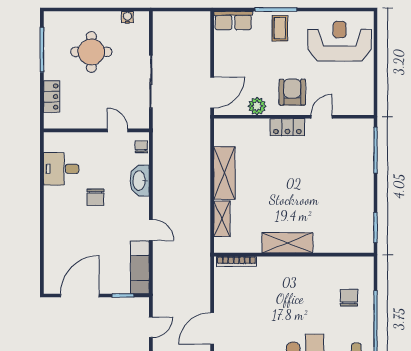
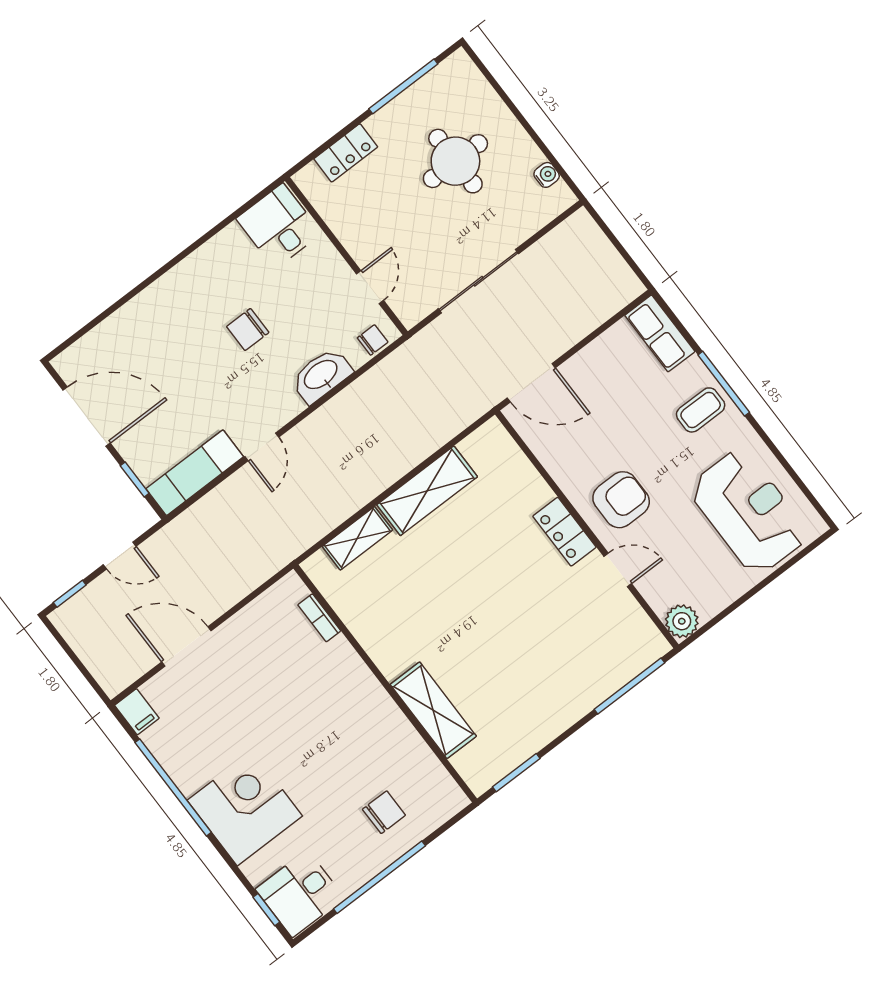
plant: (257, 106) -> (682, 621), moved
desk: (61, 169) -> (279, 226), moved
shelving: (287, 243) -> (433, 710), moved
bookcase: (236, 261) -> (319, 618), width x0.64

